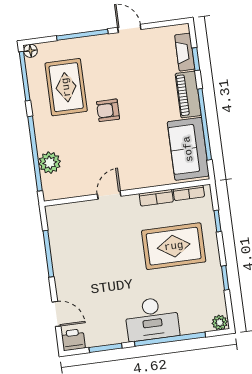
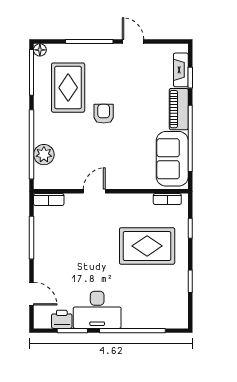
armchair: (108, 110) -> (104, 114), turned 90
bookcase: (156, 198) -> (49, 200), moved
desk: (152, 319) -> (97, 310), moved
plant: (220, 323) -> (180, 321), removed
printer: (73, 340) -> (62, 319), moved

